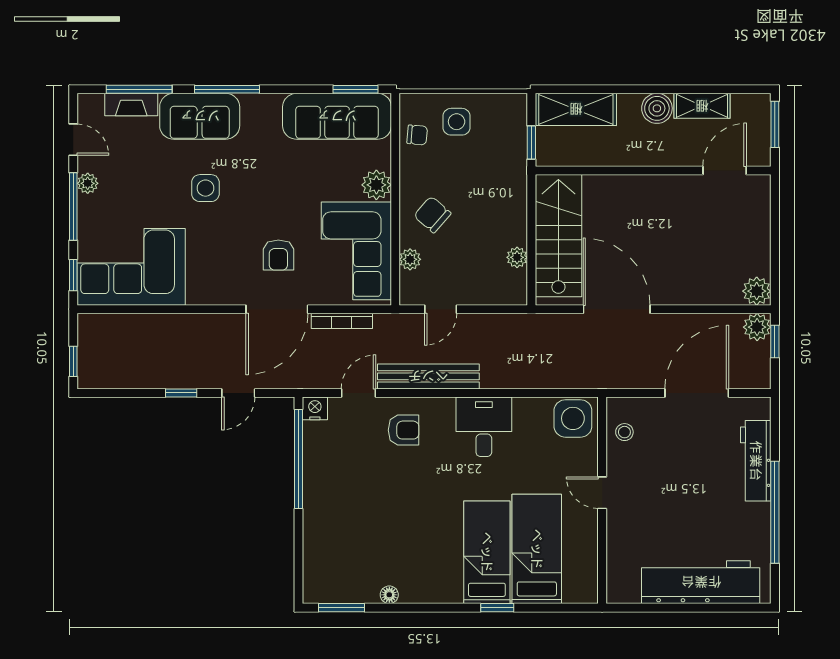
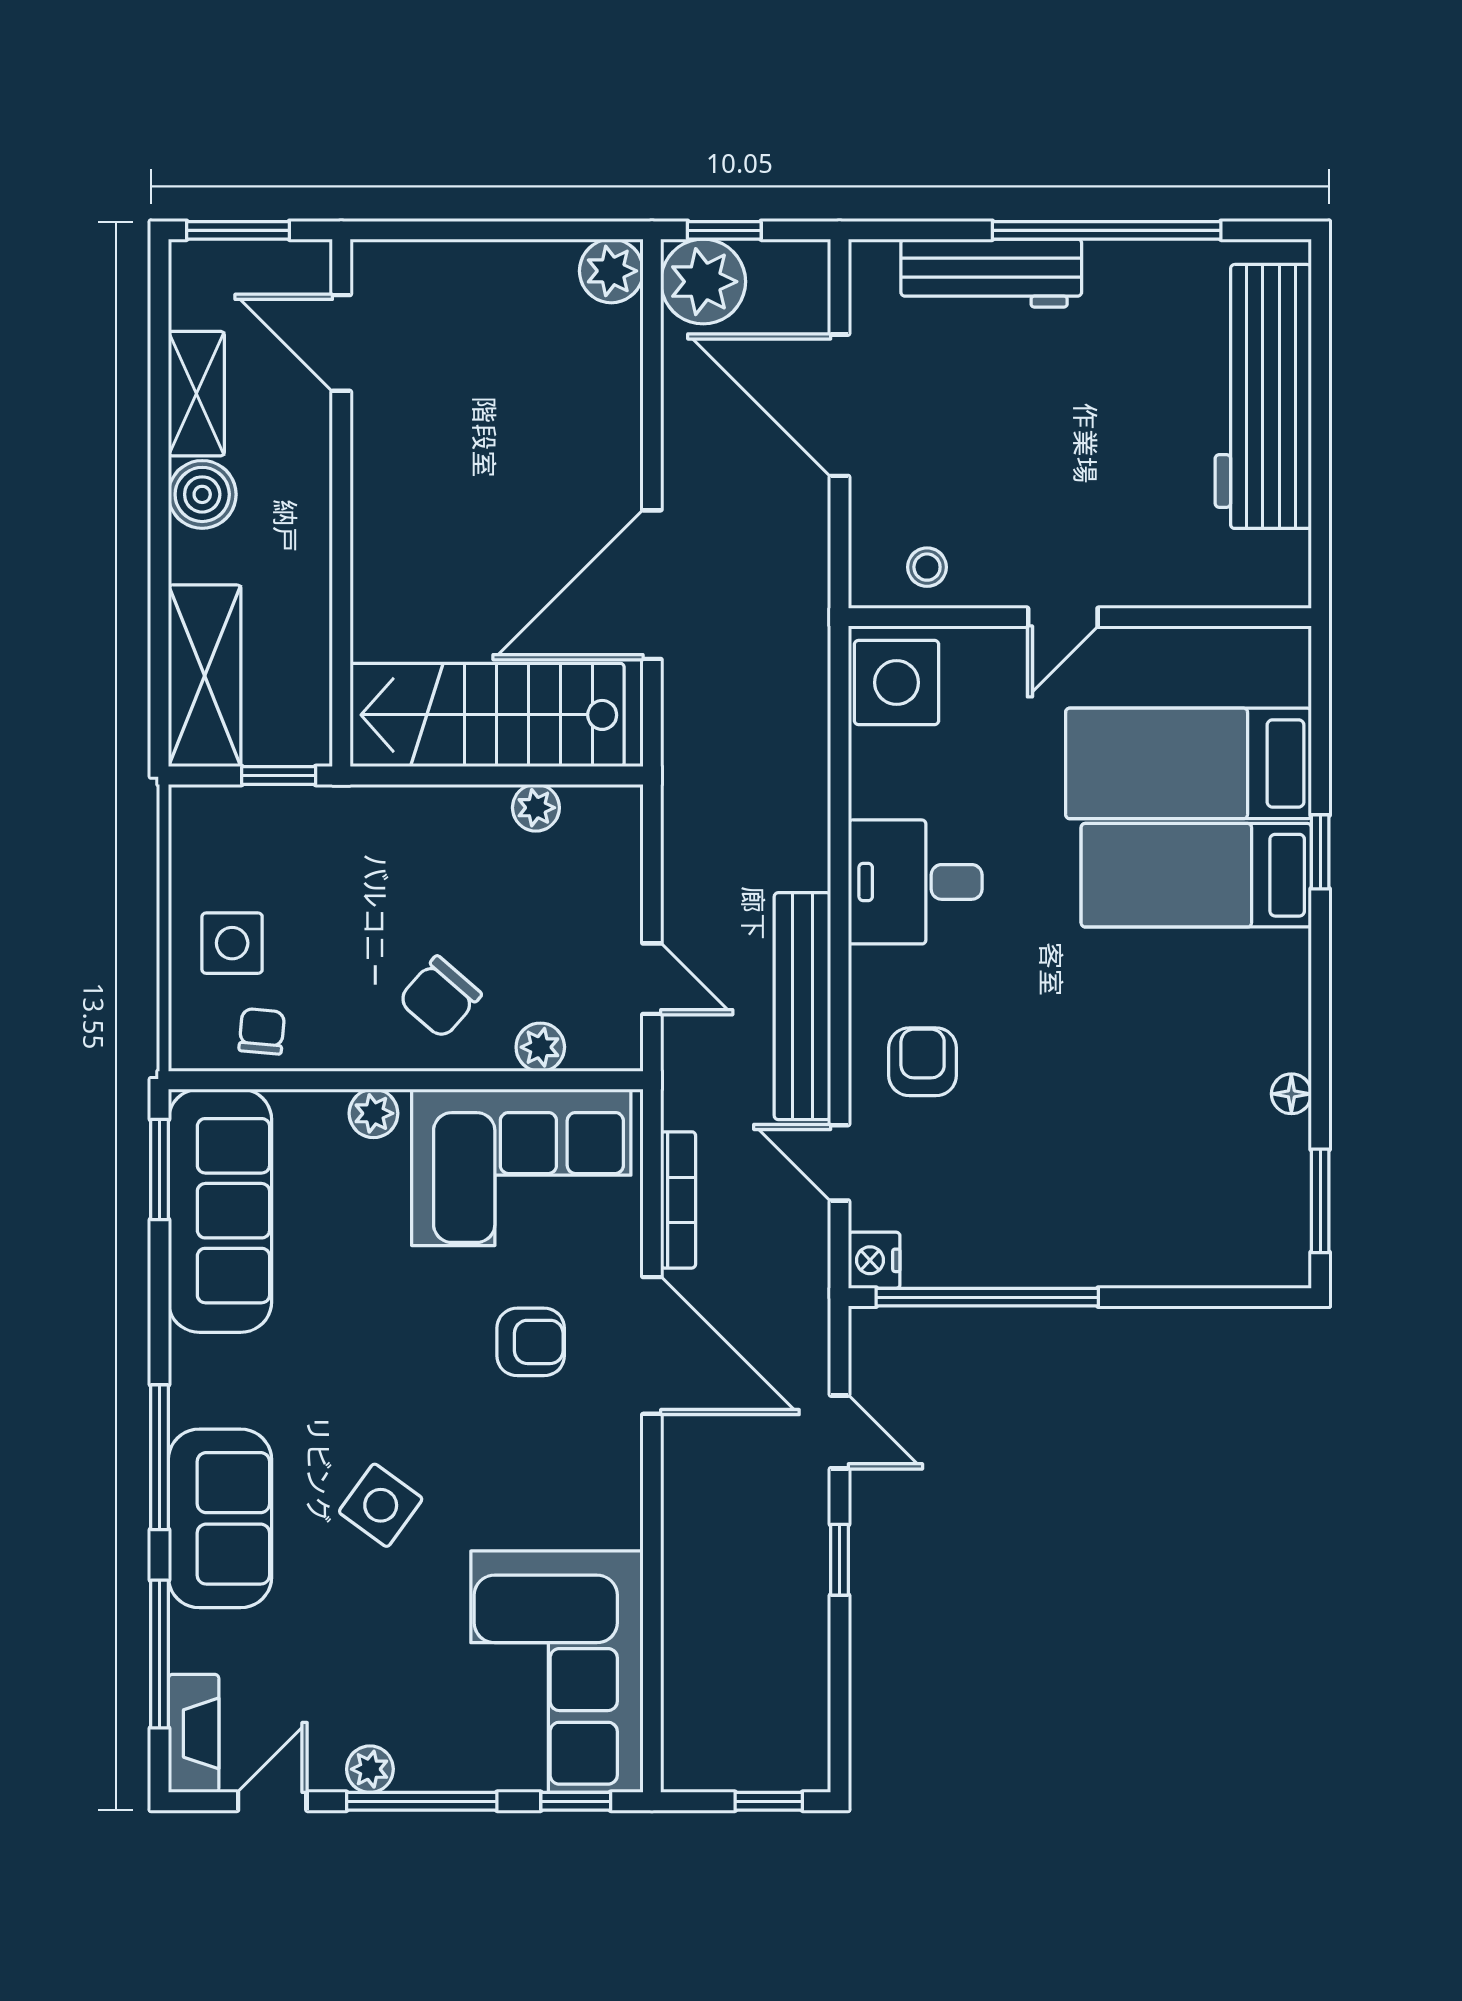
fireplace: (131, 105) -> (194, 1733), moved
plant: (376, 185) -> (373, 1113), width x0.73, depth x0.73
side table: (205, 188) -> (381, 1505), turned 36
plant: (757, 327) -> (703, 282), width x1.36, depth x1.36

